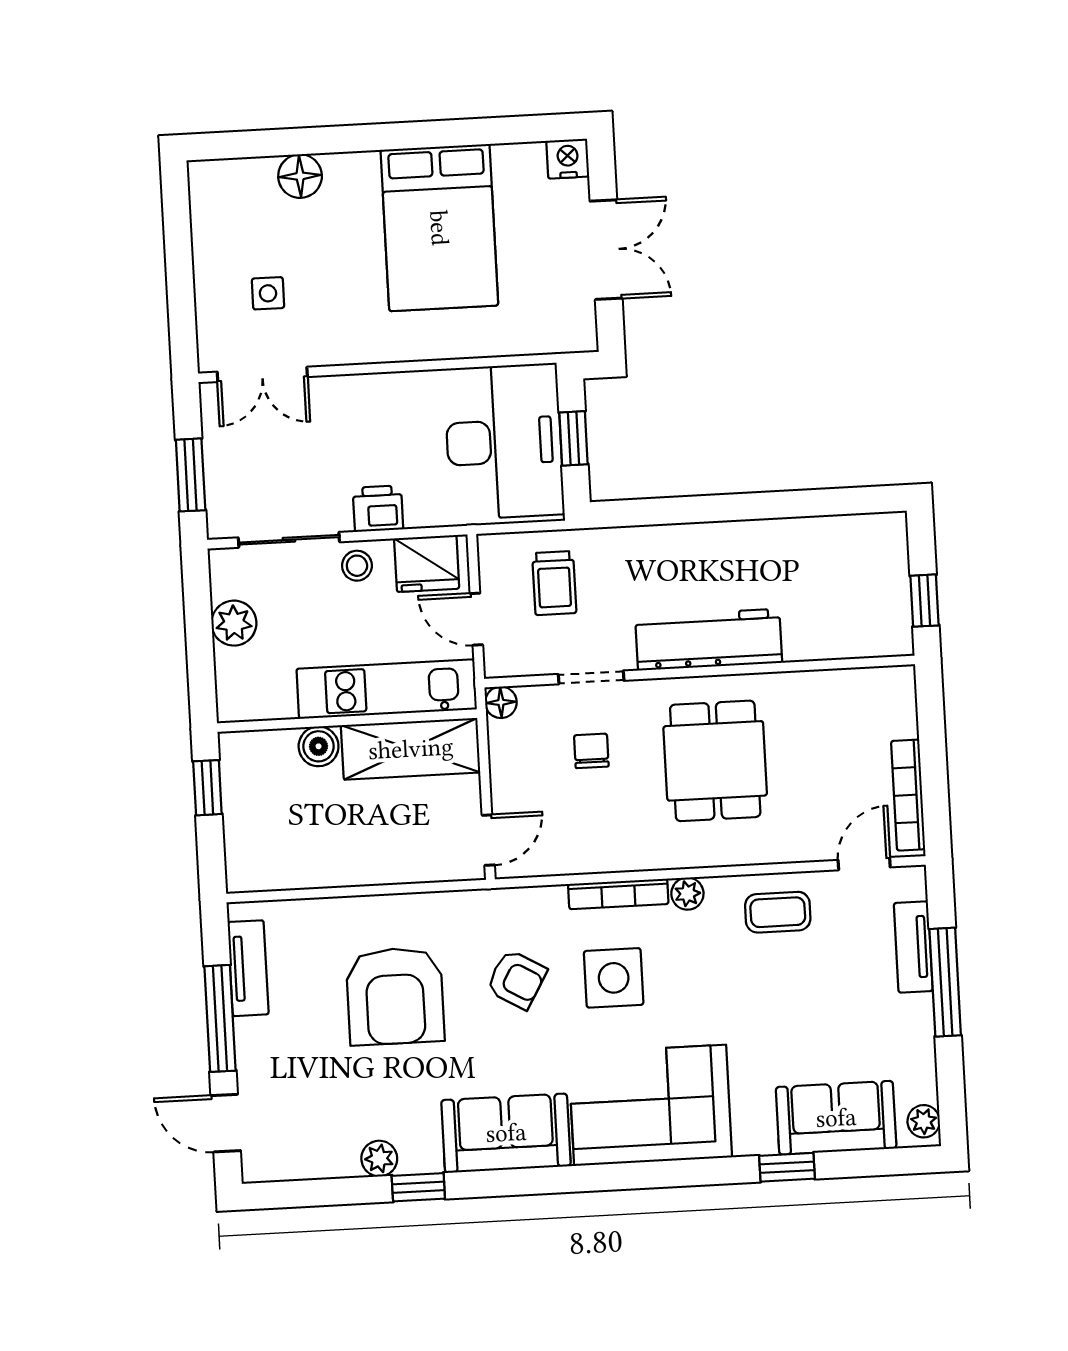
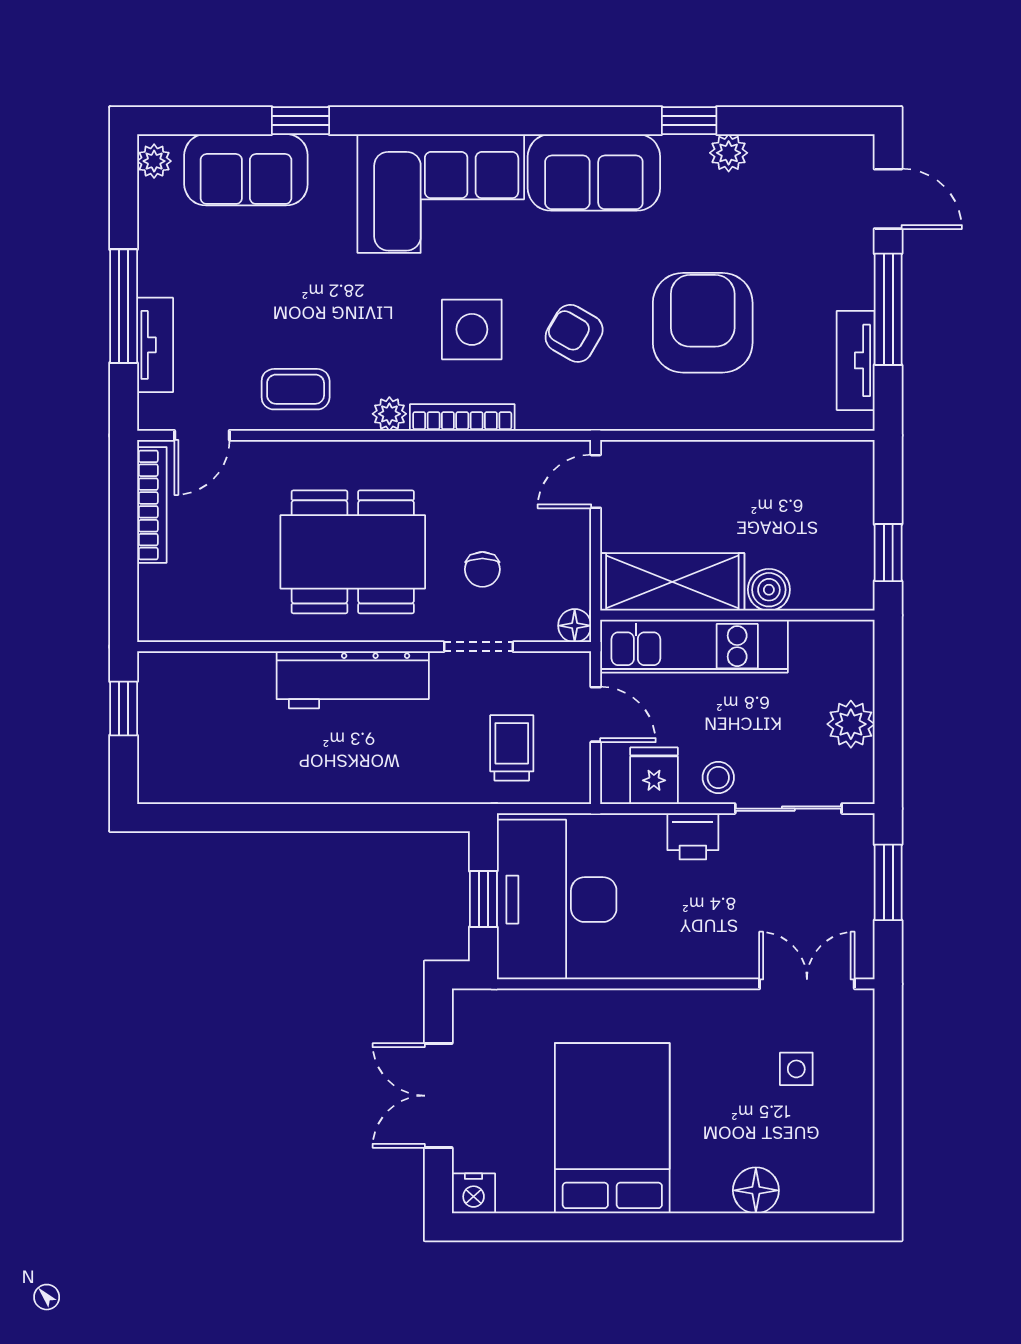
fridge: (427, 564) -> (654, 776), width x0.72
dining table: (715, 761) -> (353, 552), width x1.38

